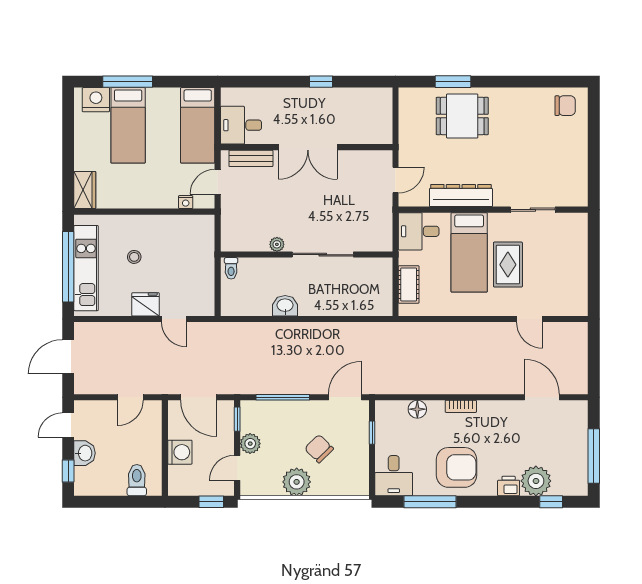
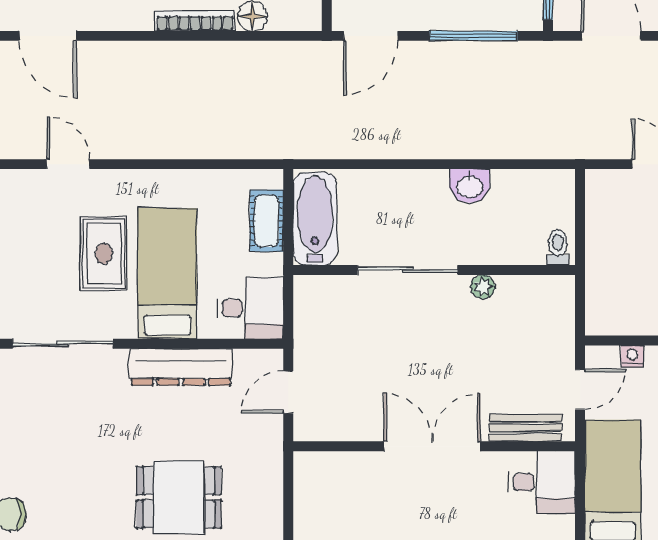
sliding door: (533, 210) -> (63, 344), width x1.37
bathtub: (379, 286) -> (315, 219), added
bookcase: (461, 406) -> (195, 21), width x1.56

